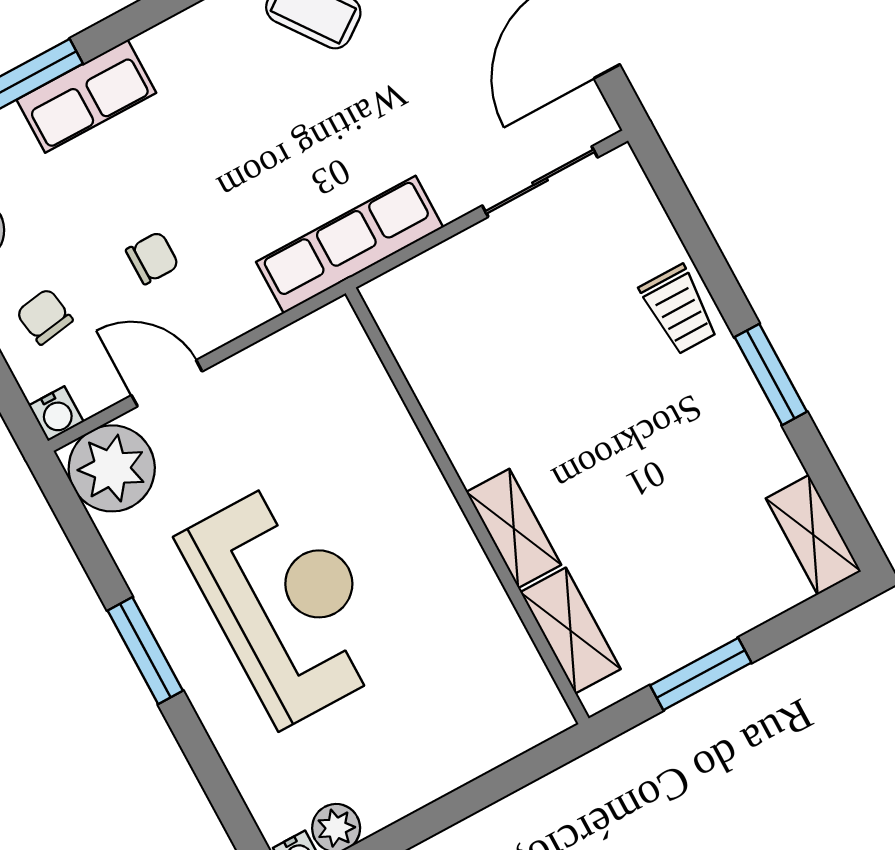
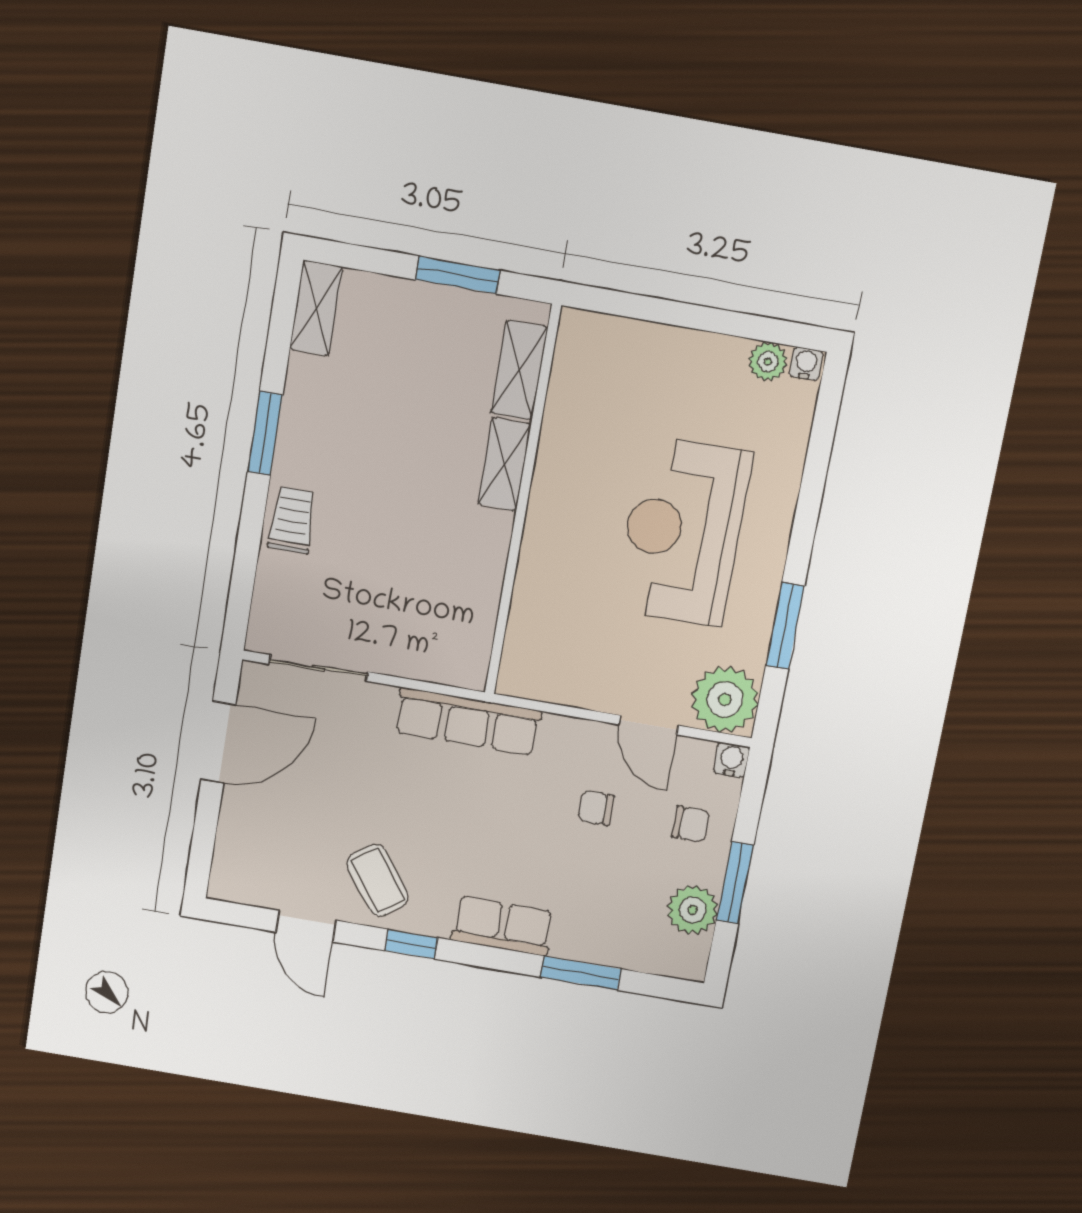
row of seats: (86, 96) -> (502, 926), moved
chair: (44, 316) -> (691, 824), turned -81
window: (145, 651) -> (785, 626), moved

